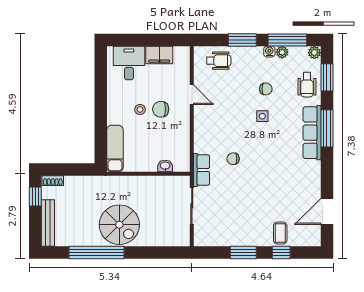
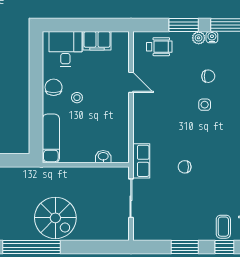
plant: (282, 52) -> (199, 38), moved
chair: (161, 109) -> (54, 87), moved, turned 90
chair: (233, 159) -> (185, 167), moved

